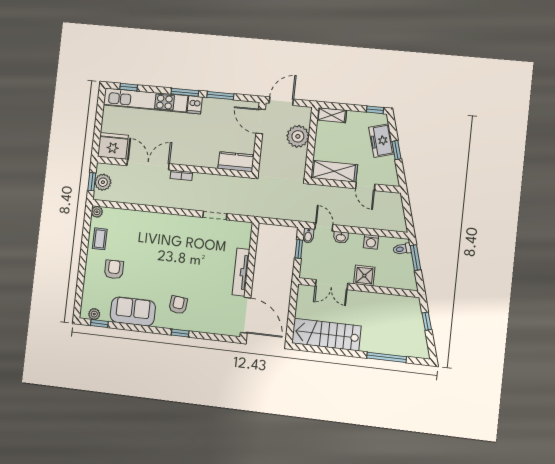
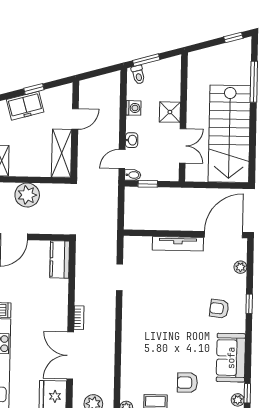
window: (427, 321) -> (233, 38), moved
plant: (214, 328) -> (240, 267), added
stairs: (326, 335) -> (229, 134), width x1.36, depth x1.51

